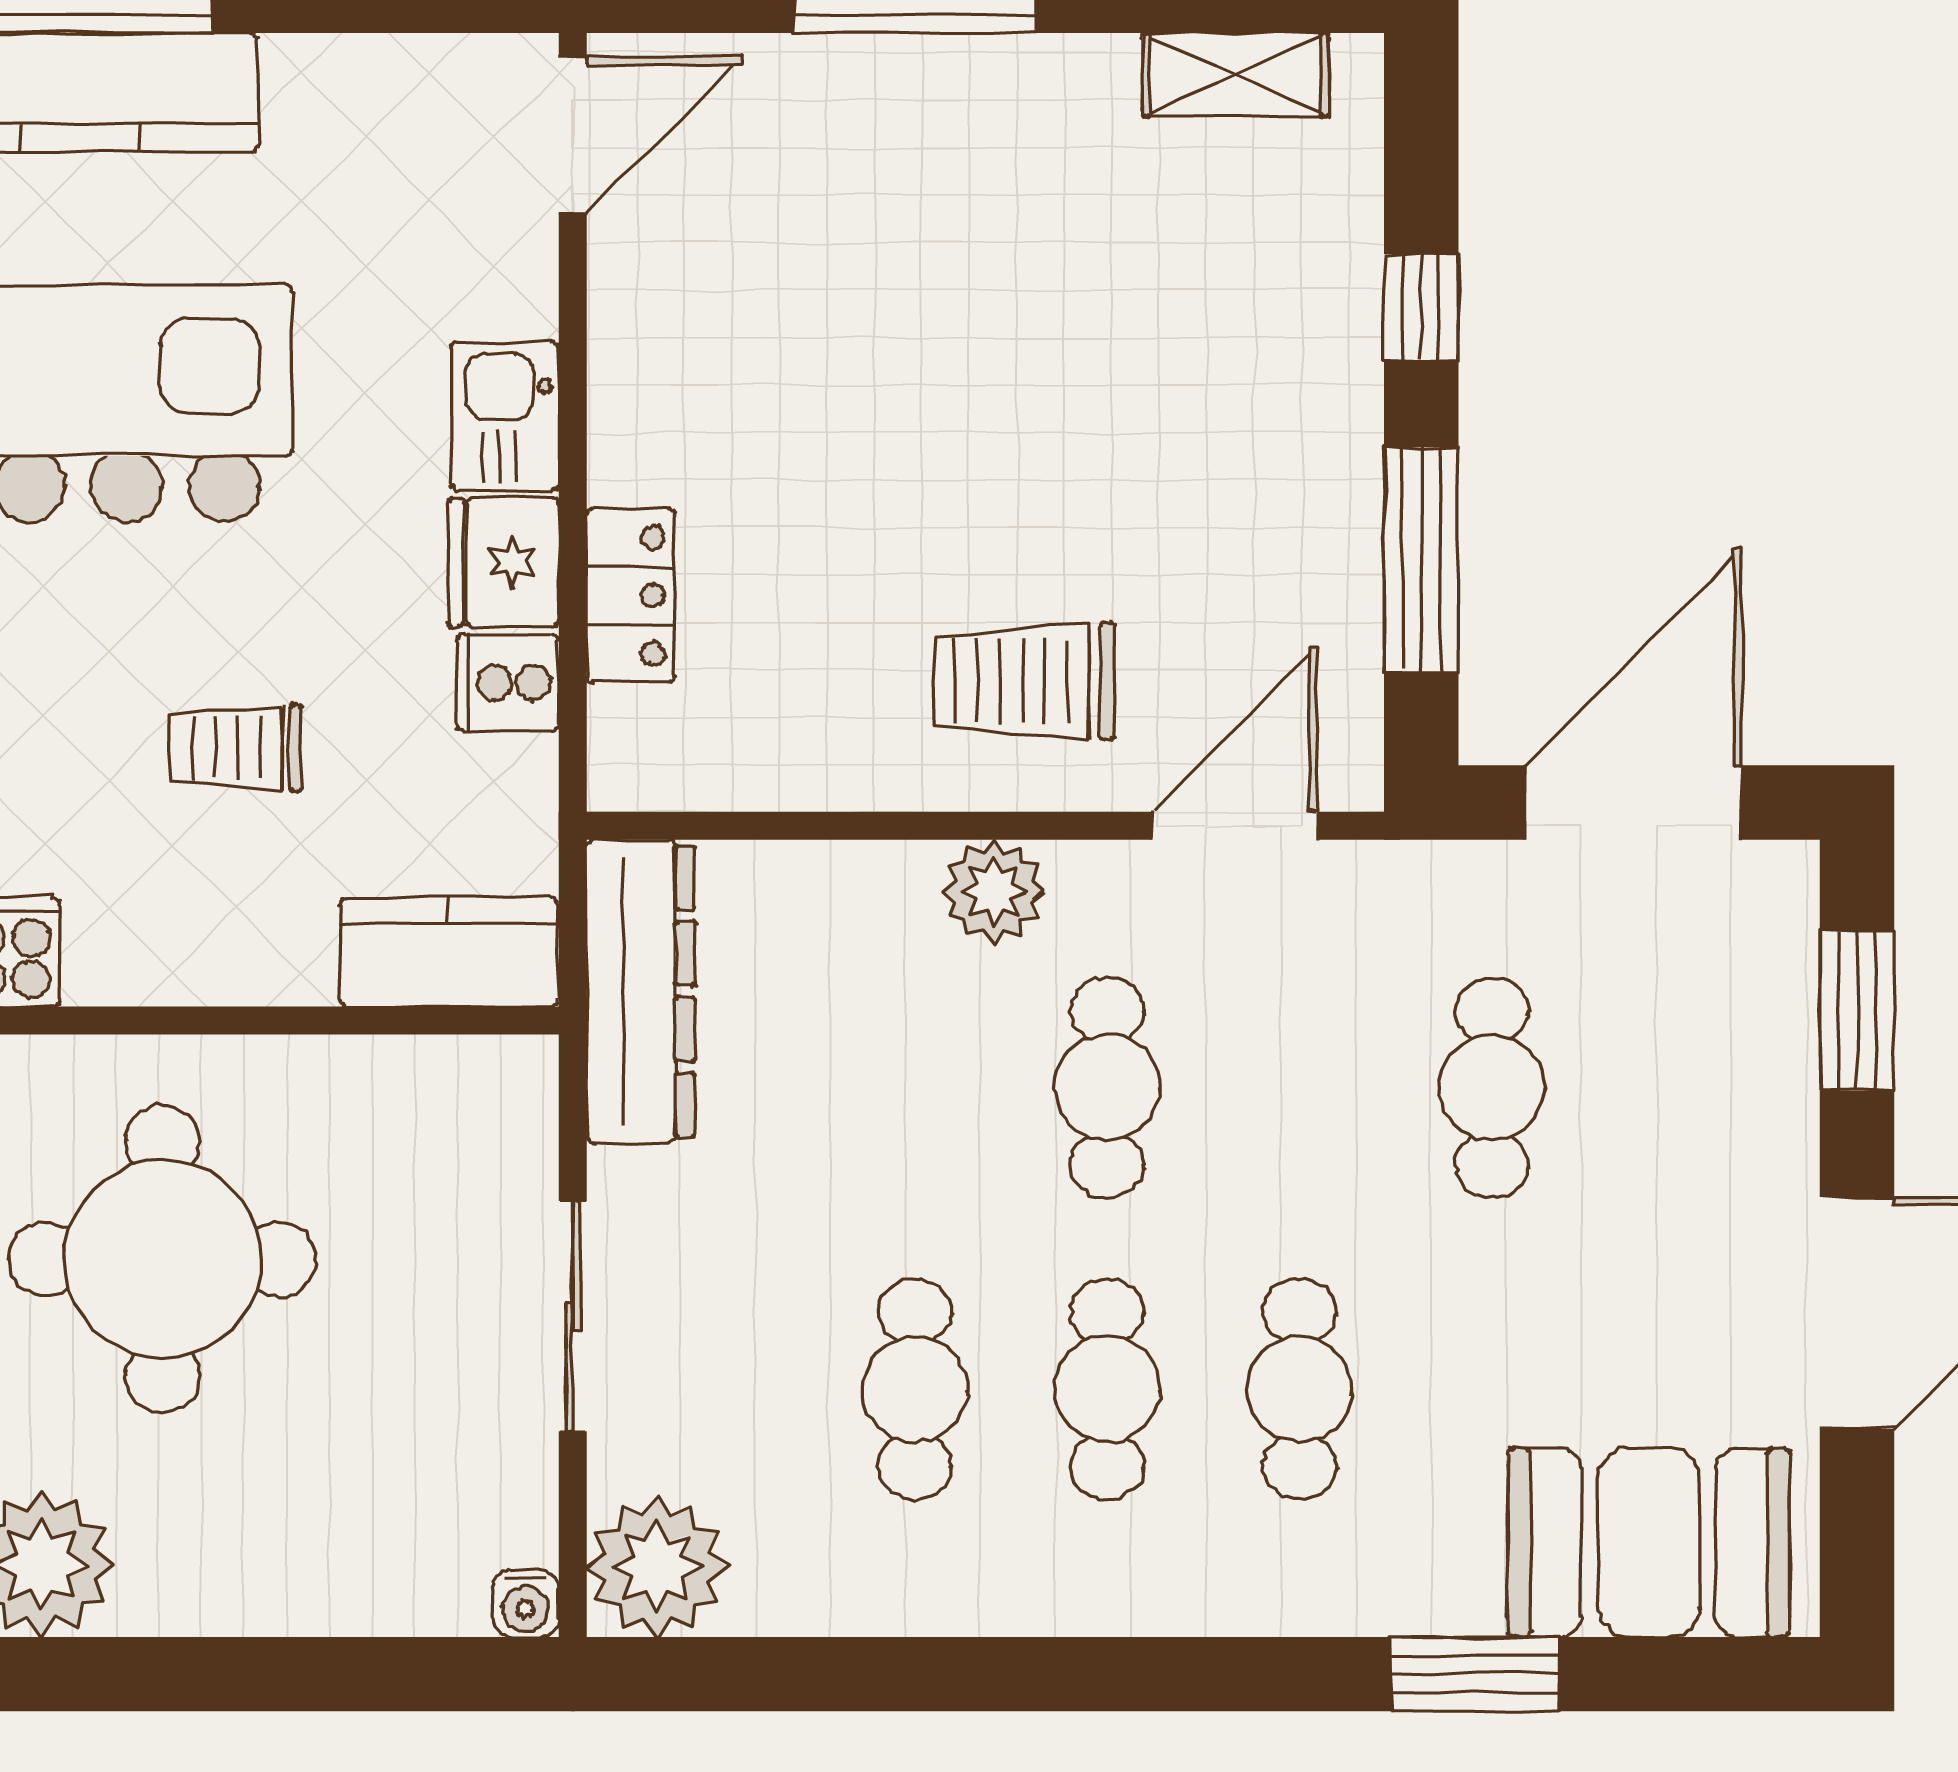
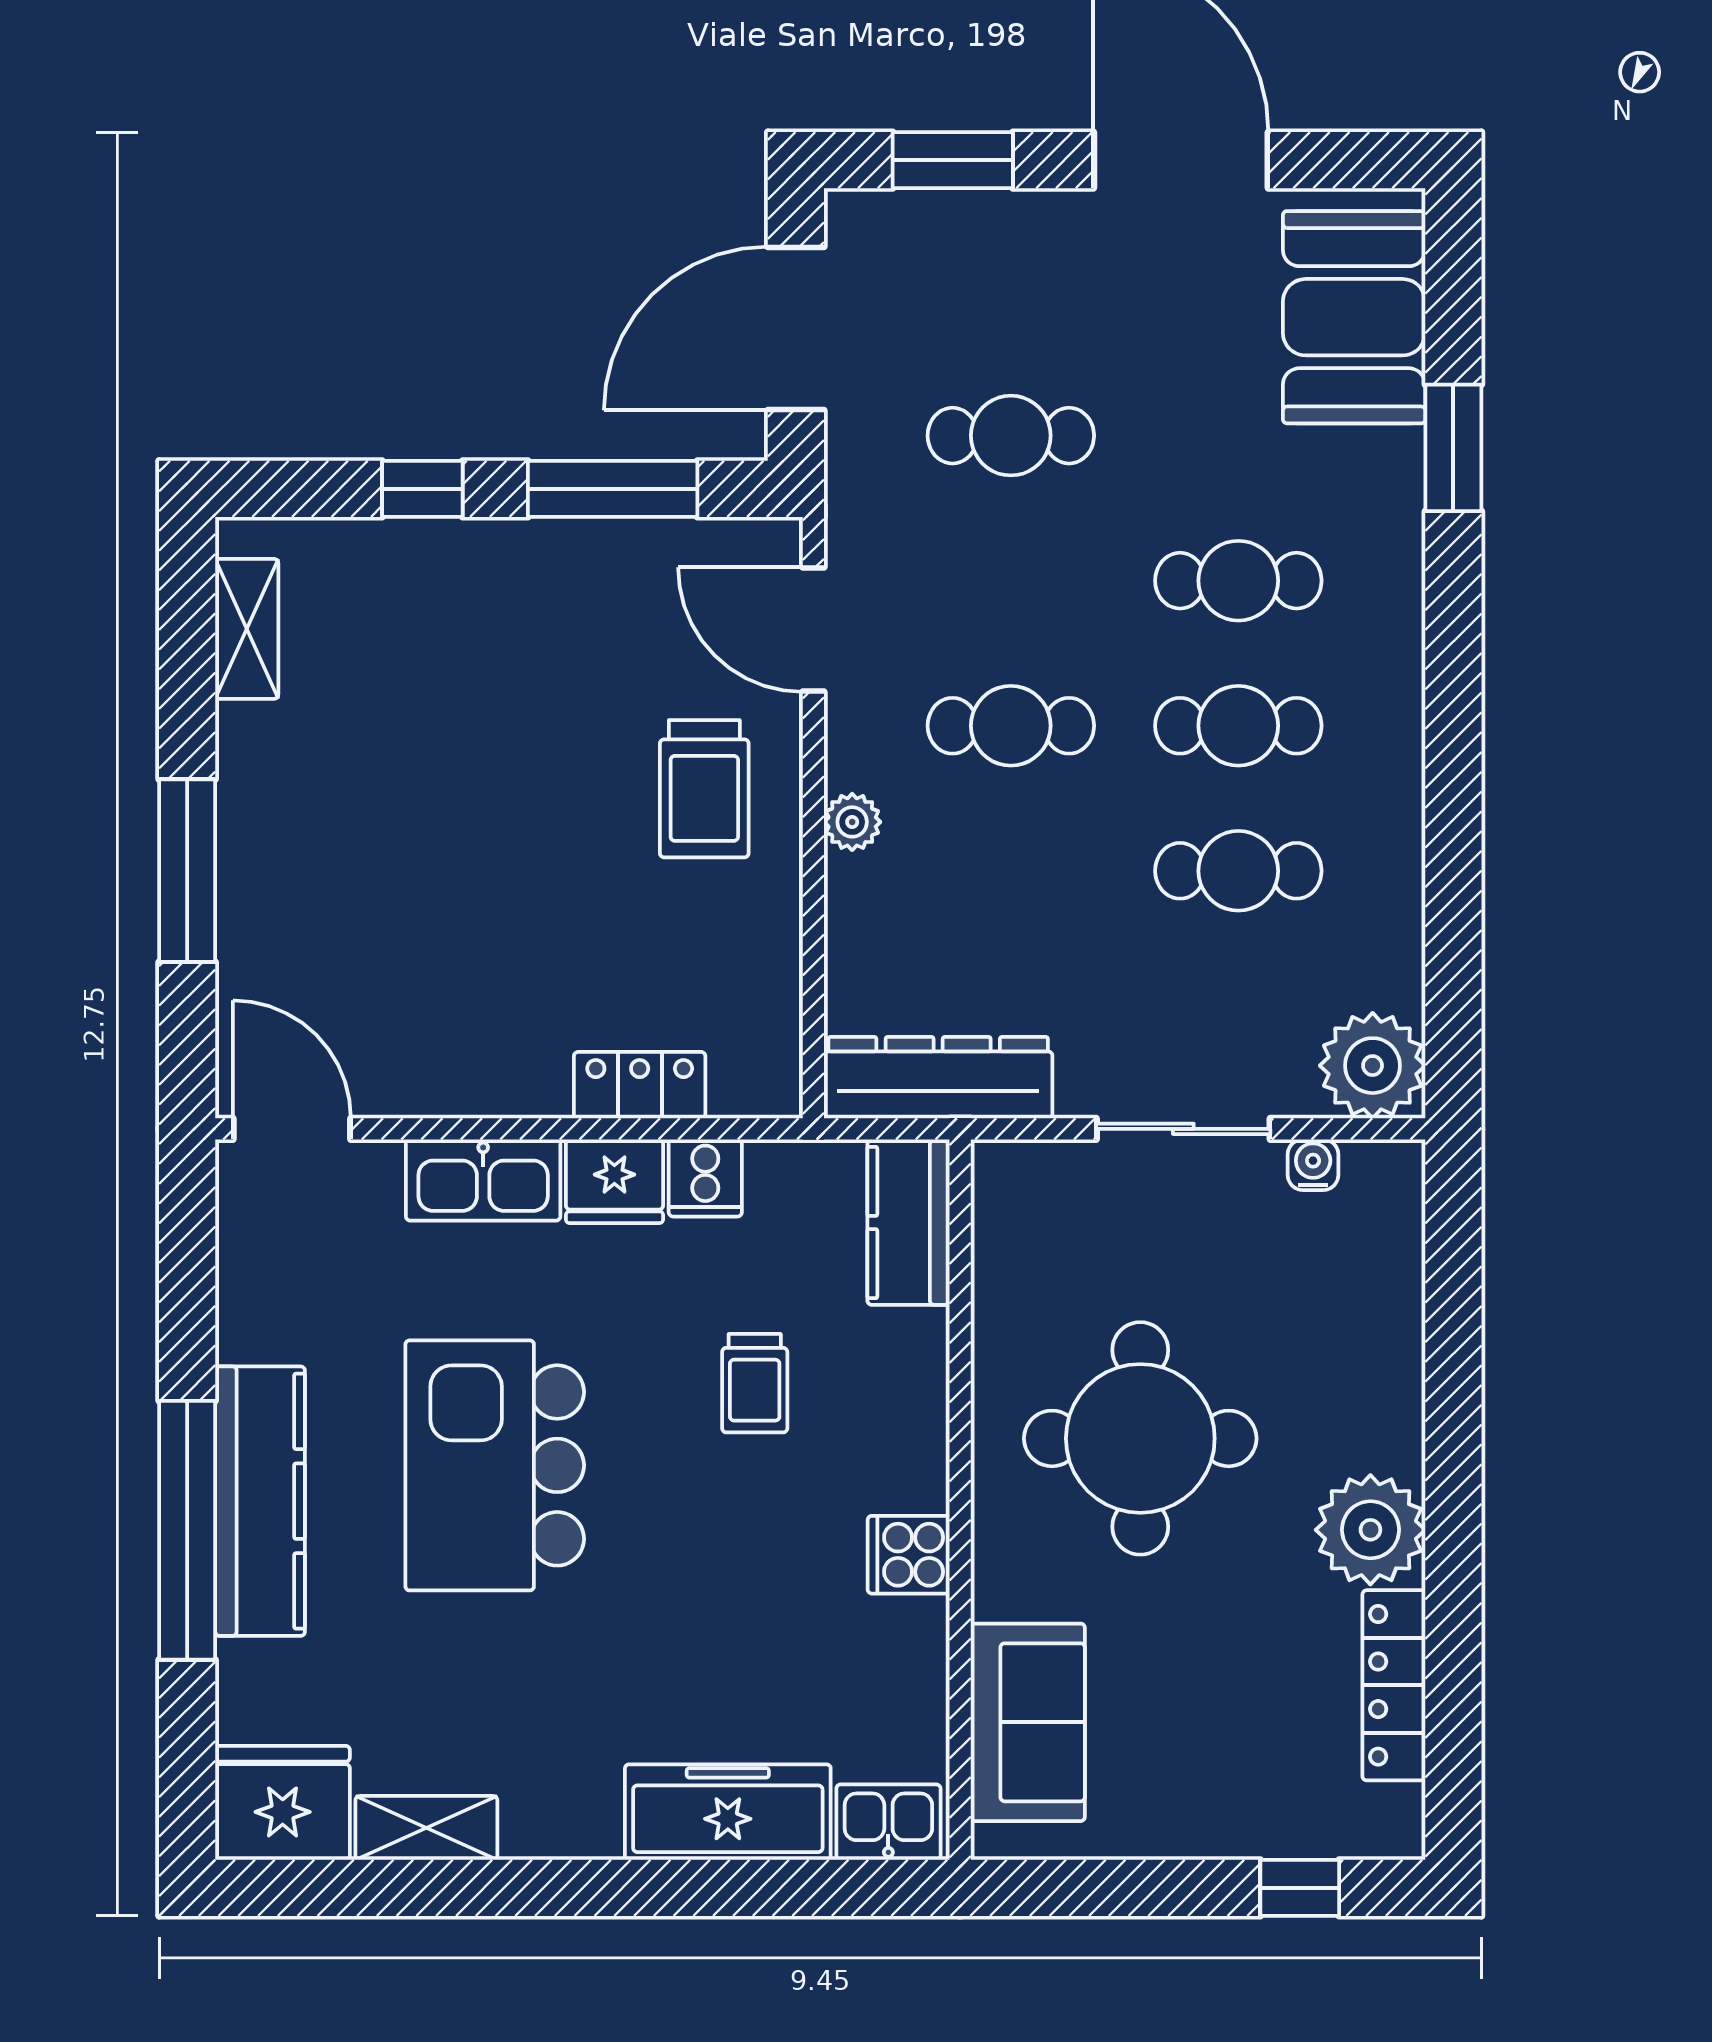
kitchen sink: (505, 416) -> (483, 1180), width x1.38
door: (1634, 803) -> (796, 329), hinge flipped
plant: (994, 891) -> (852, 822), width x0.73, depth x0.73
water cooler: (525, 1603) -> (1313, 1165), moved, turned -90

